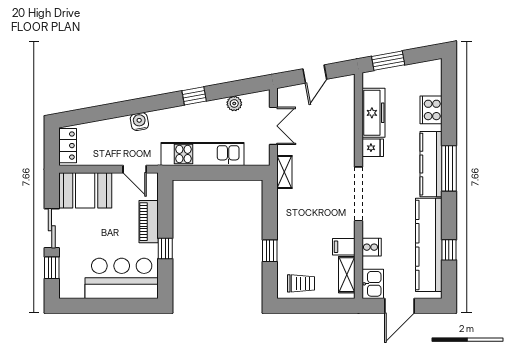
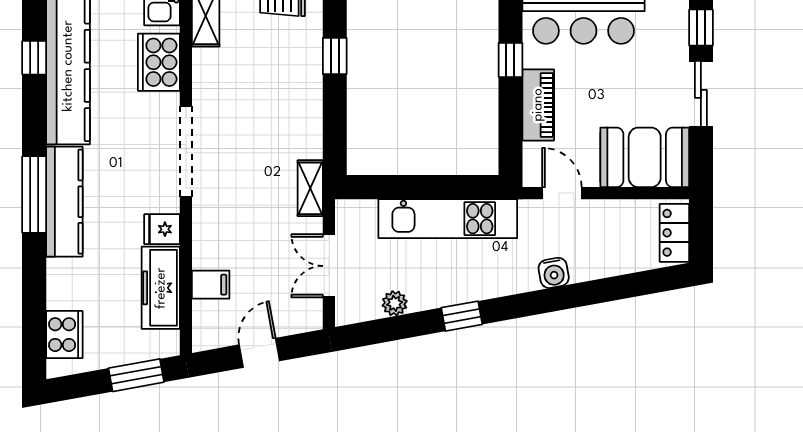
cooker: (431, 110) -> (64, 335), moved
filing cabinet: (344, 247) -> (211, 285), moved
cooker: (372, 247) -> (159, 62), width x1.87, depth x1.31

